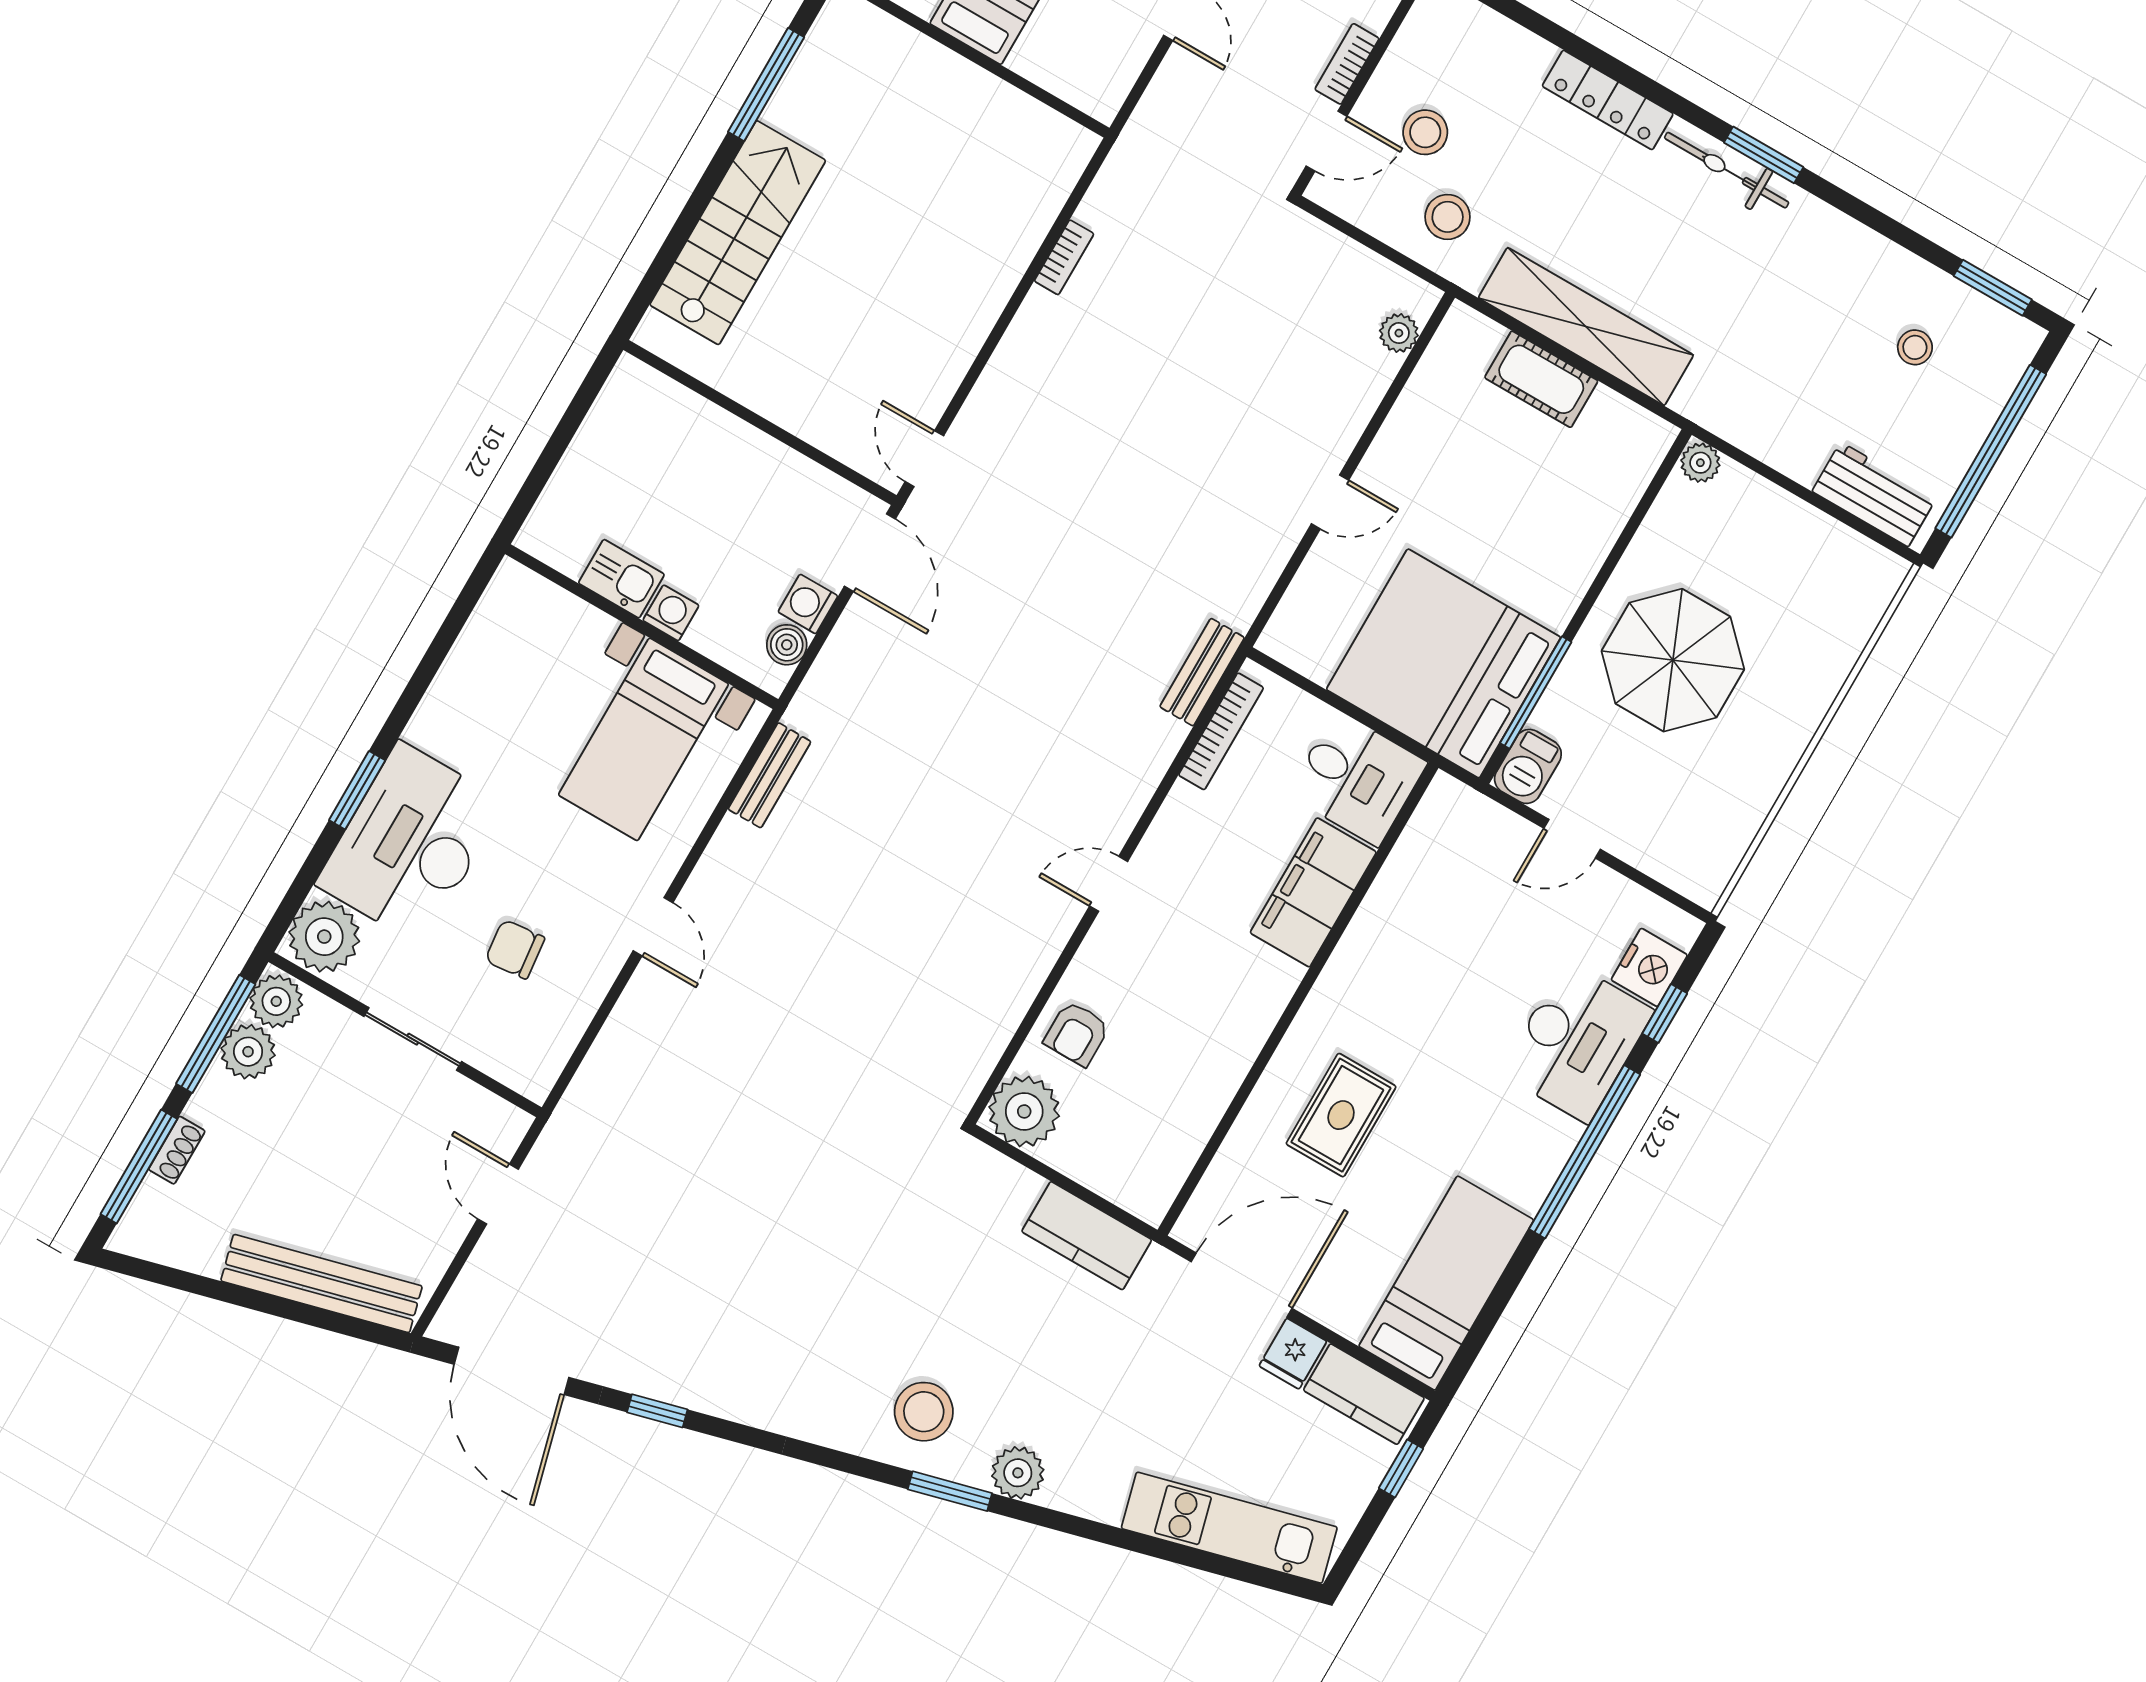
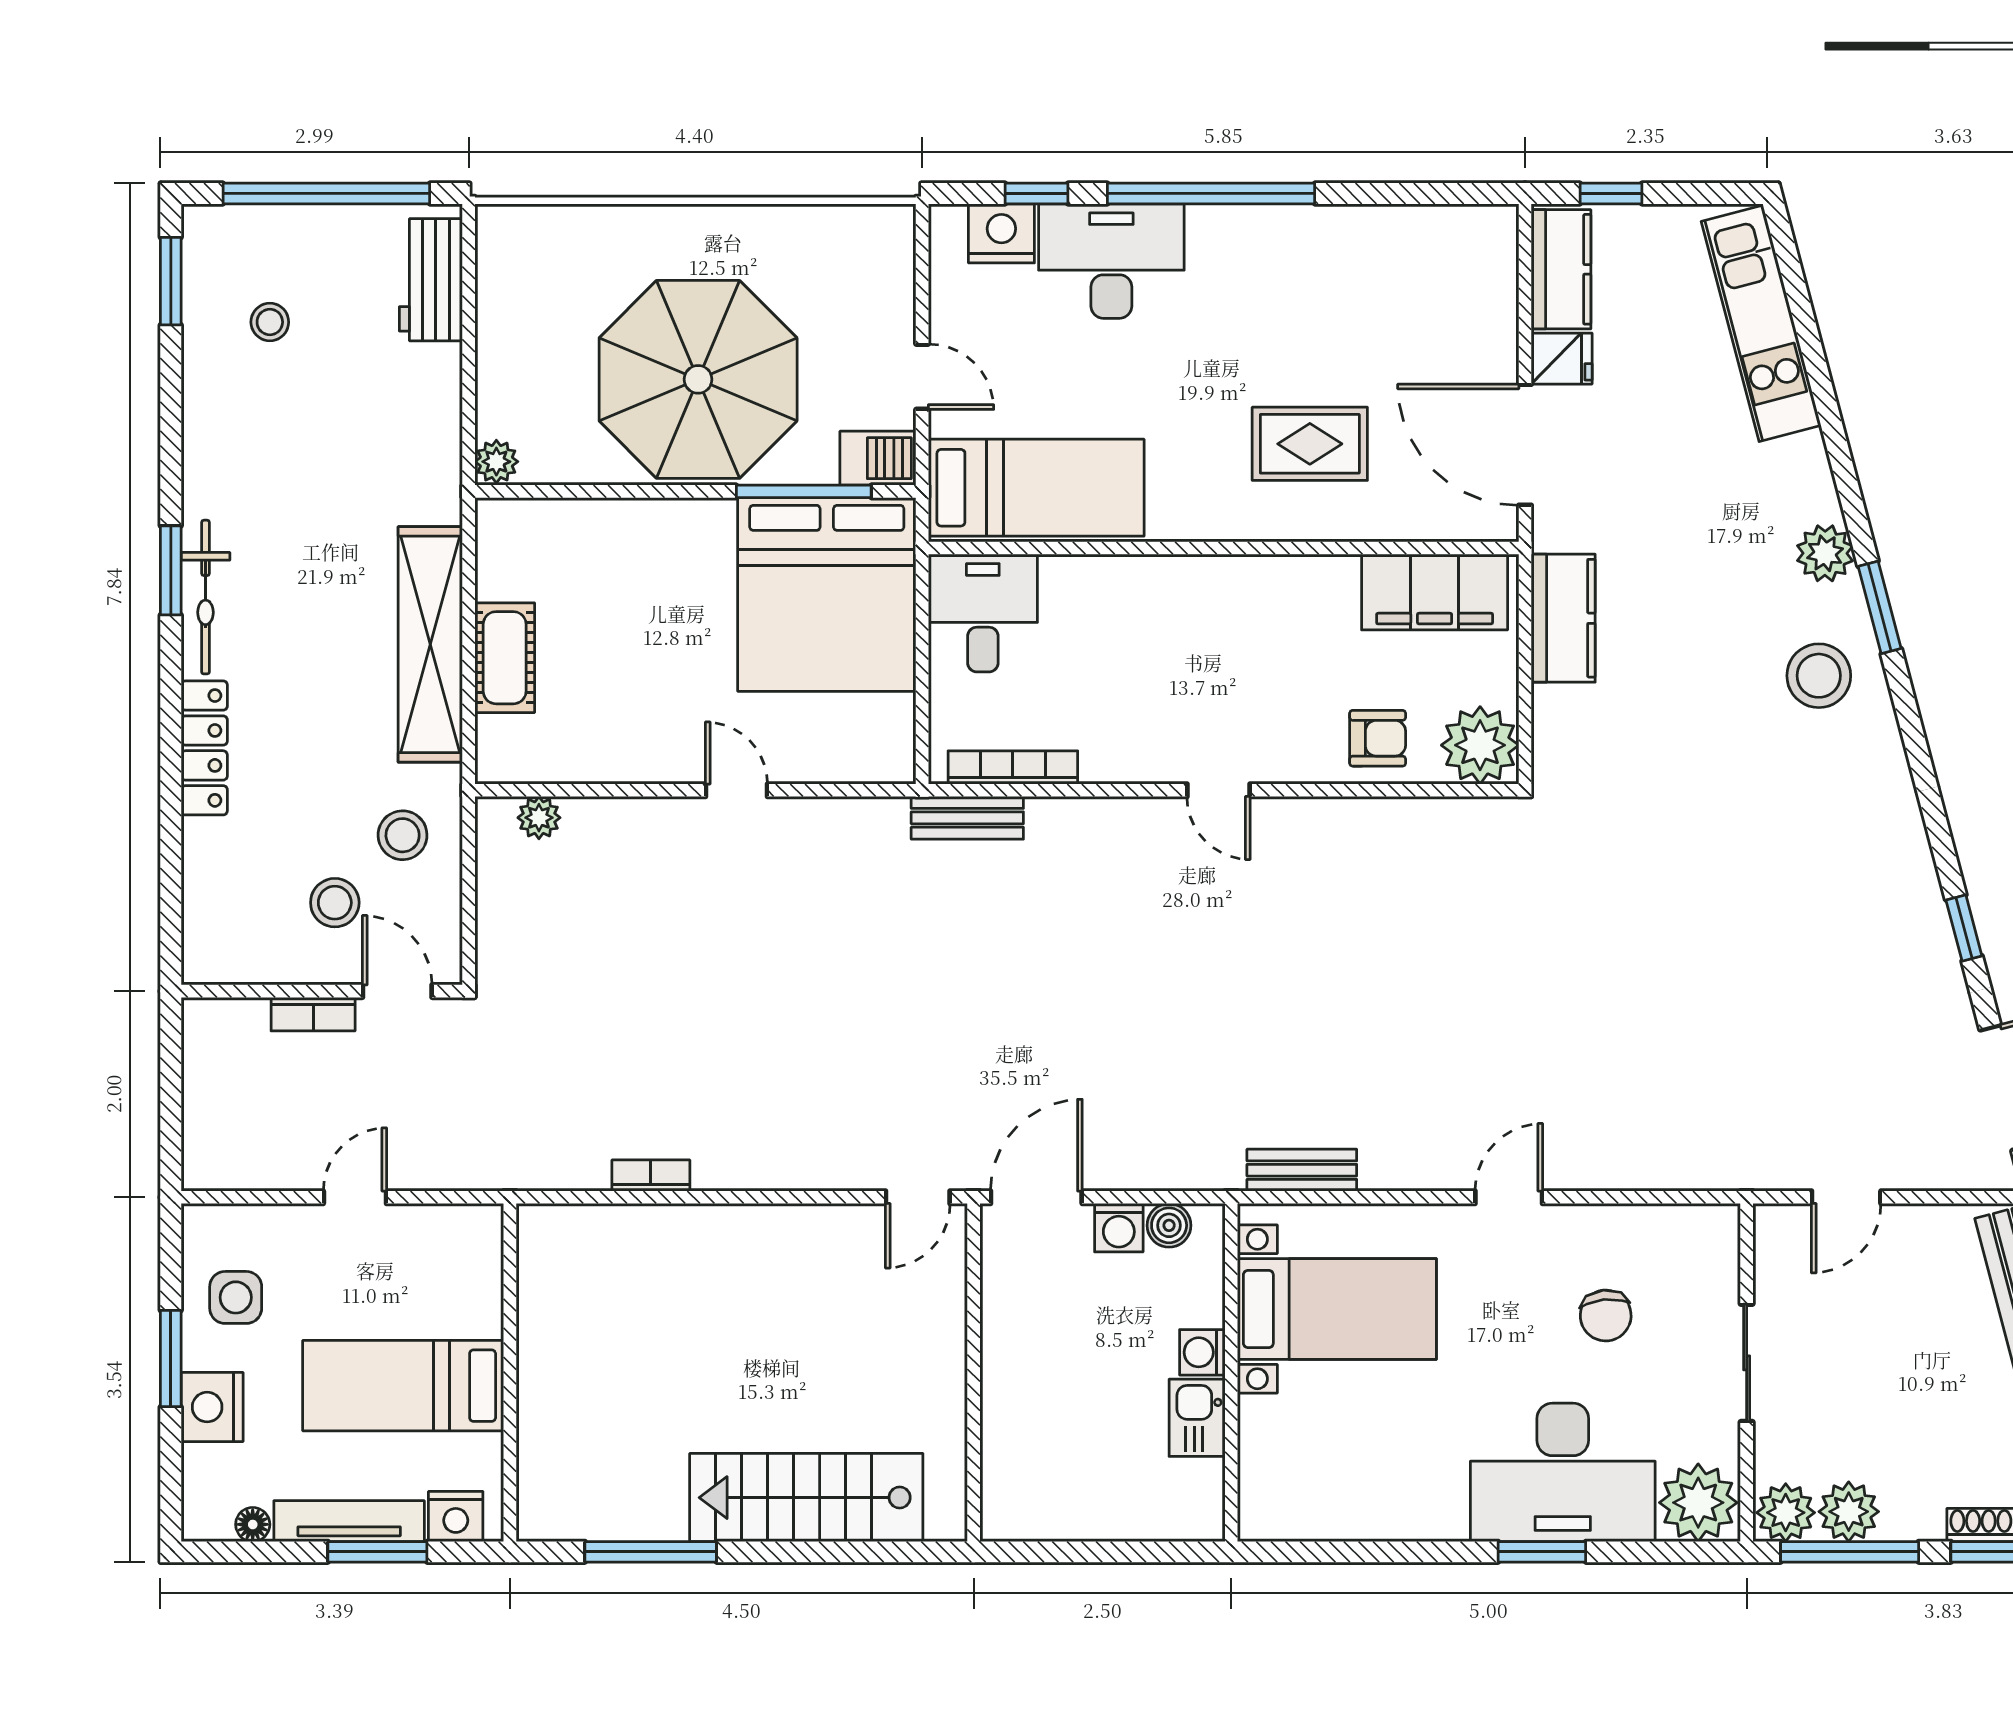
parasol: (1673, 660) -> (698, 379), width x1.36, depth x1.36
filing cabinet: (1313, 892) -> (1435, 592), moved
bed: (1446, 1283) -> (1036, 488), moved, turned 180

